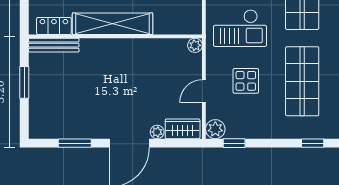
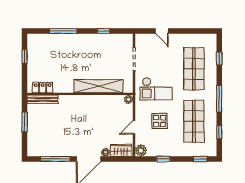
shelving: (113, 24) -> (98, 86), moved
window: (75, 143) -> (55, 159), width x1.44
window: (234, 143) -> (163, 159), moved

